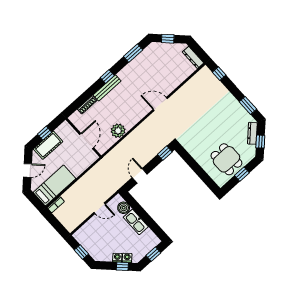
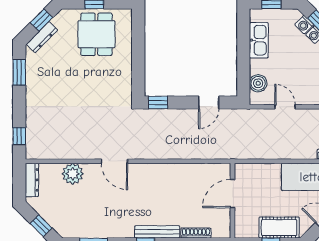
plant: (118, 131) -> (73, 174), moved
kitchen sink: (136, 222) -> (259, 40), moved

